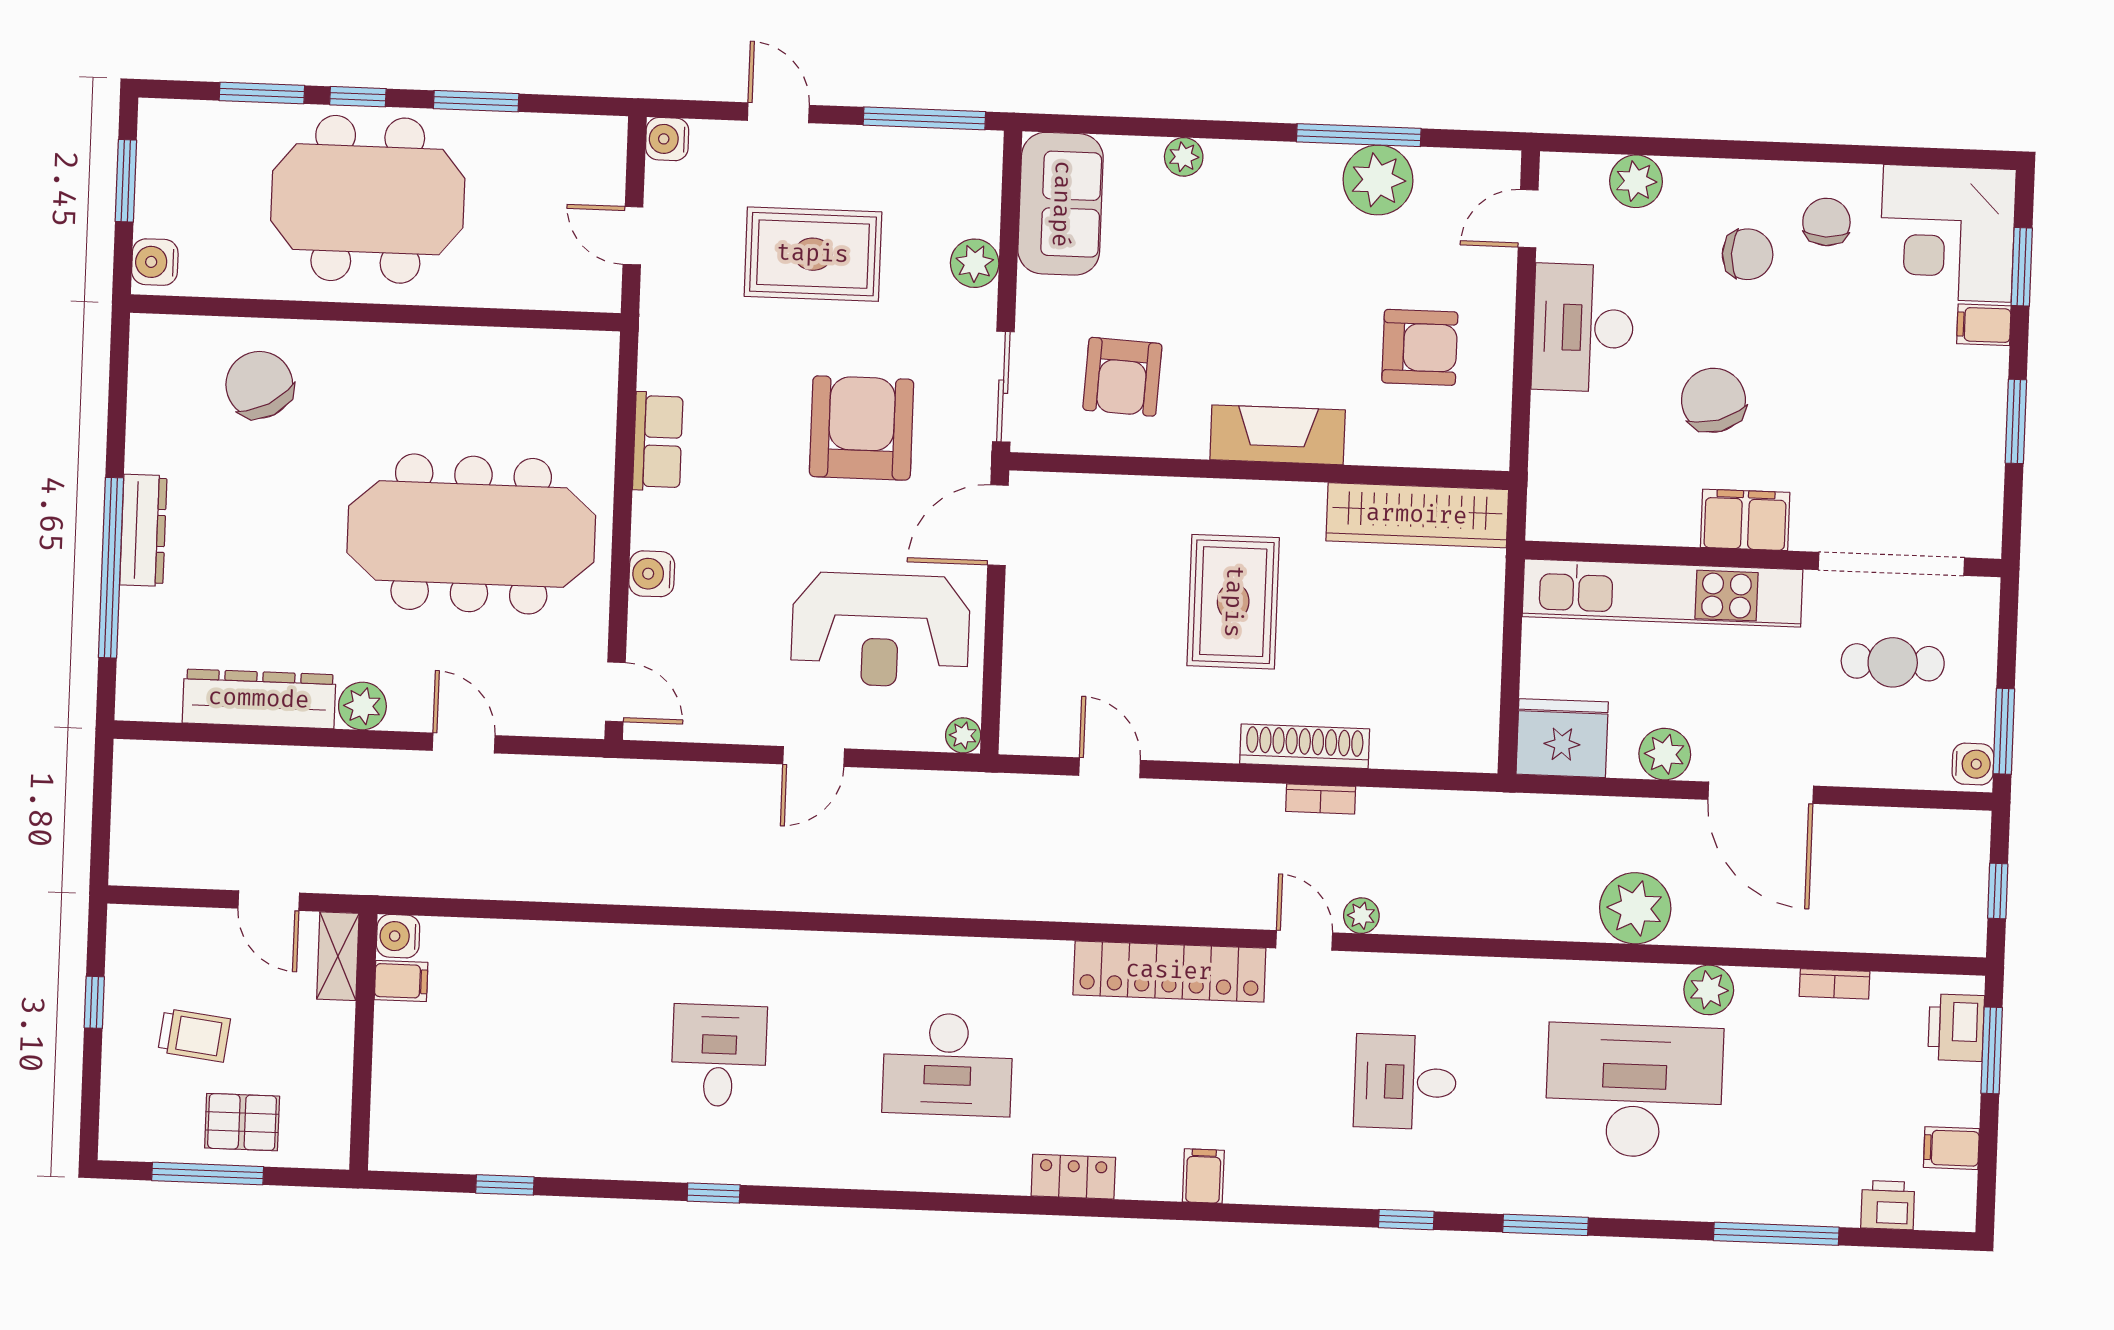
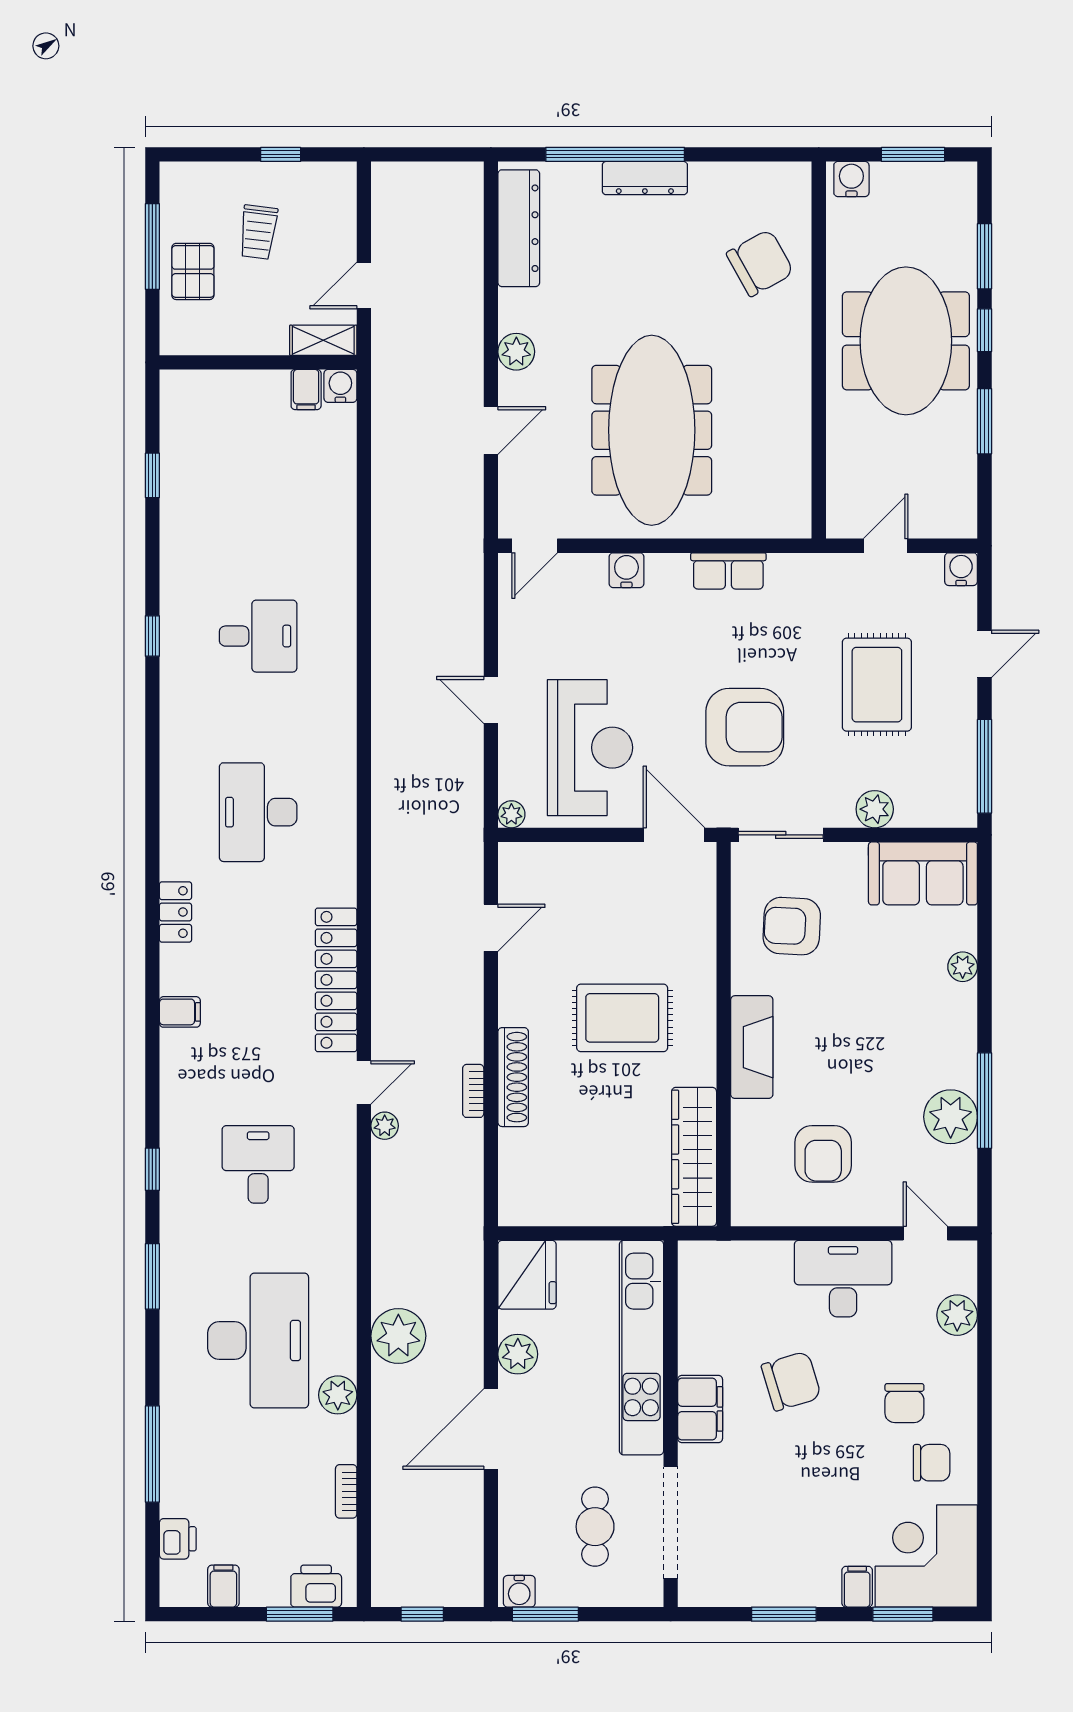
reception desk: (880, 630) -> (590, 748), turned 180
dresser: (259, 699) -> (519, 228), moved

